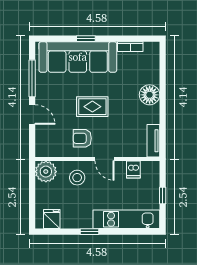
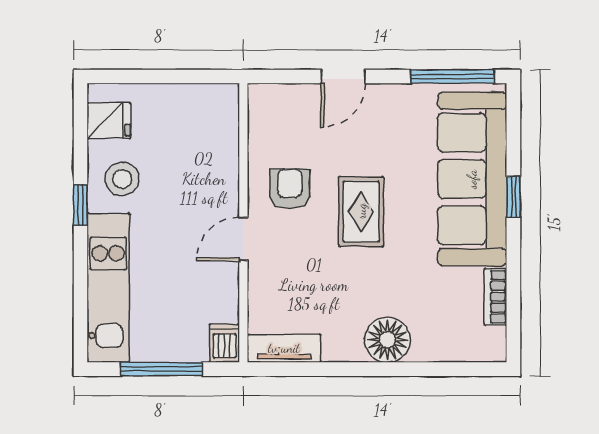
window: (32, 78) -> (452, 76), moved
dishwasher: (133, 169) -> (224, 343), moved, turned 90
plant: (46, 172) -> (215, 107), removed
stool: (77, 178) -> (122, 179), moved
window: (163, 195) -> (162, 369), width x2.17

